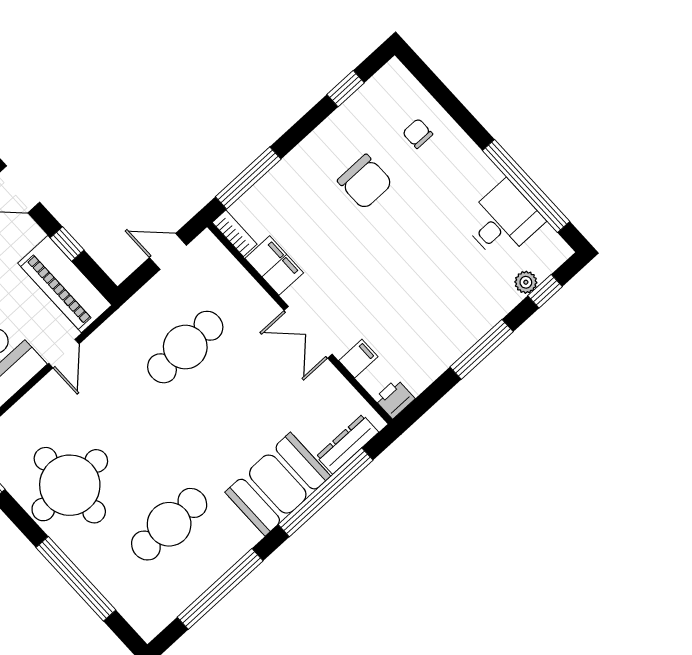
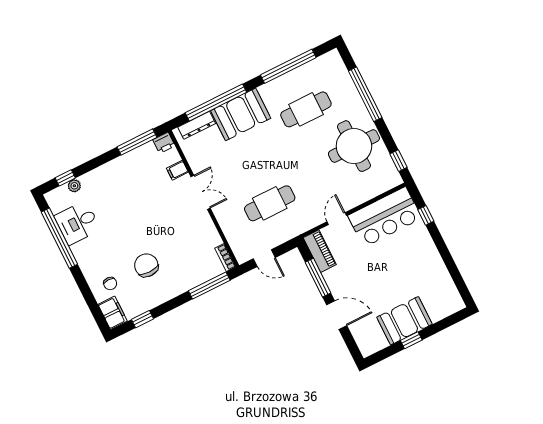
window: (67, 244) -> (318, 278), width x2.17
filing cabinet: (274, 266) -> (113, 313), moved, turned 180
piano: (65, 284) -> (320, 251), width x0.73, depth x0.75
window: (482, 349) -> (137, 142), moved

